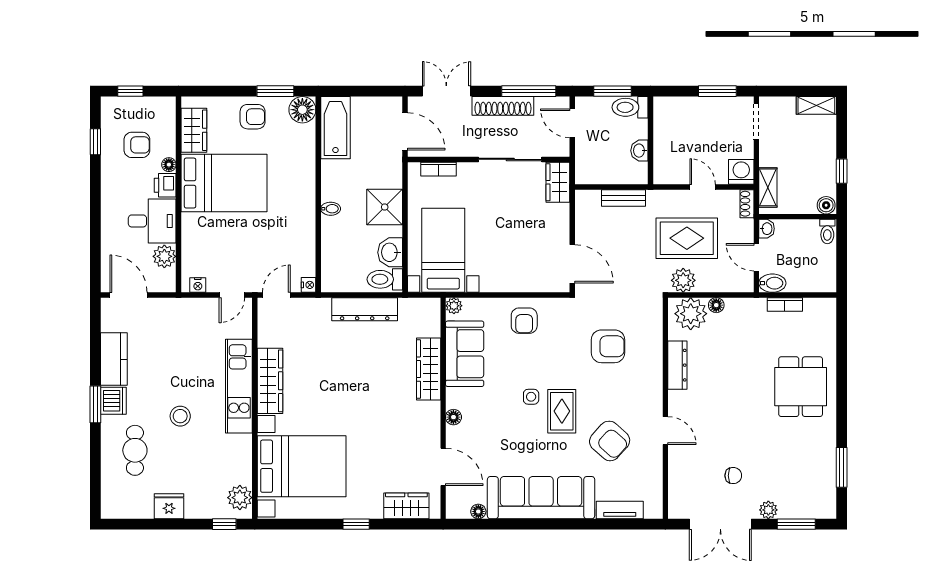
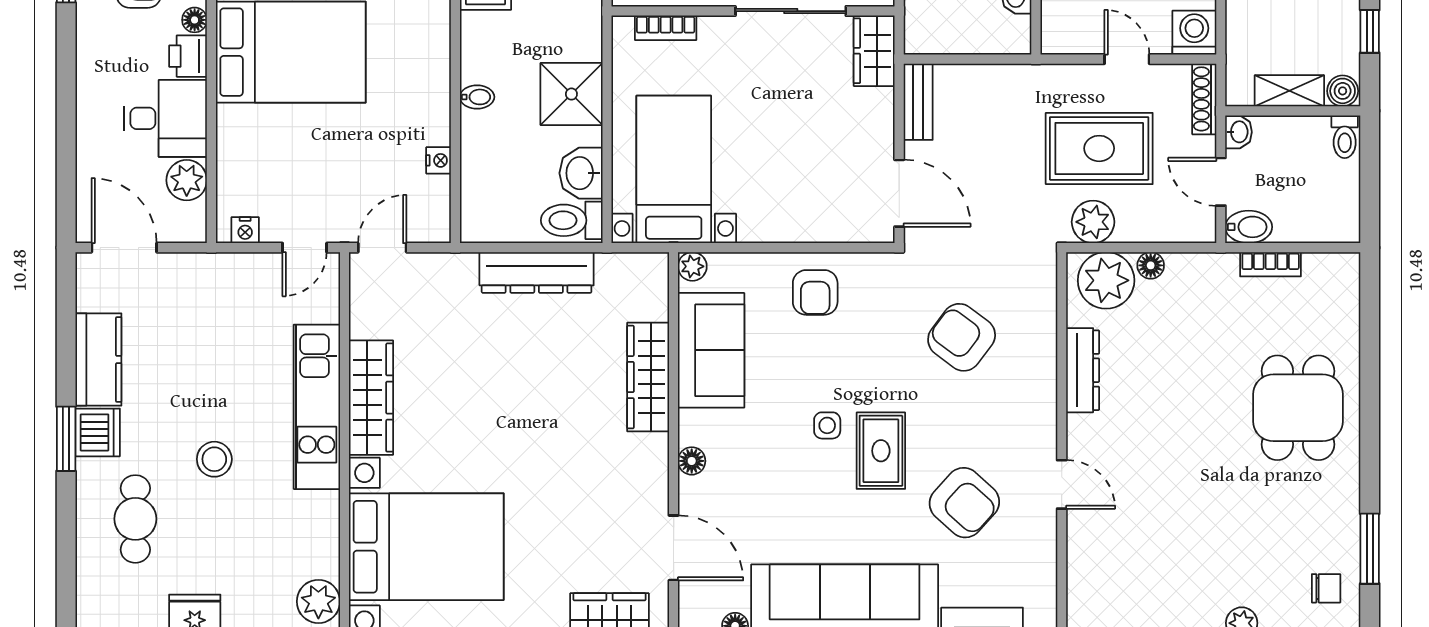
shelving: (768, 187) -> (1289, 91), moved, turned 90
bench: (624, 198) -> (918, 102), moved, turned 90
shoe rack: (747, 204) -> (1204, 99), width x1.43
nightstand: (309, 285) -> (439, 160), moved
armchair: (608, 346) -> (962, 337), turned -143
chair: (733, 476) -> (1326, 588), moved

